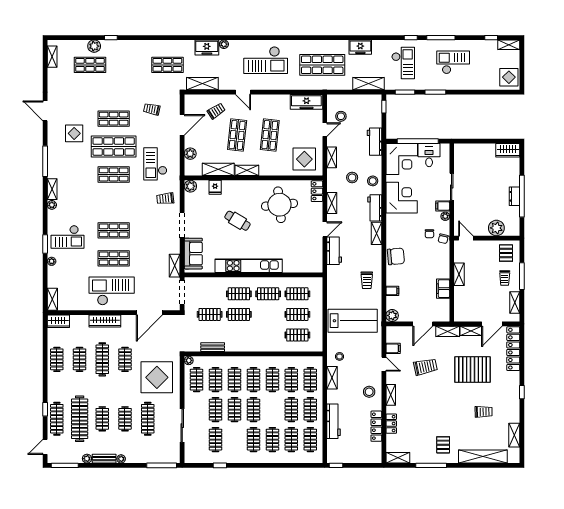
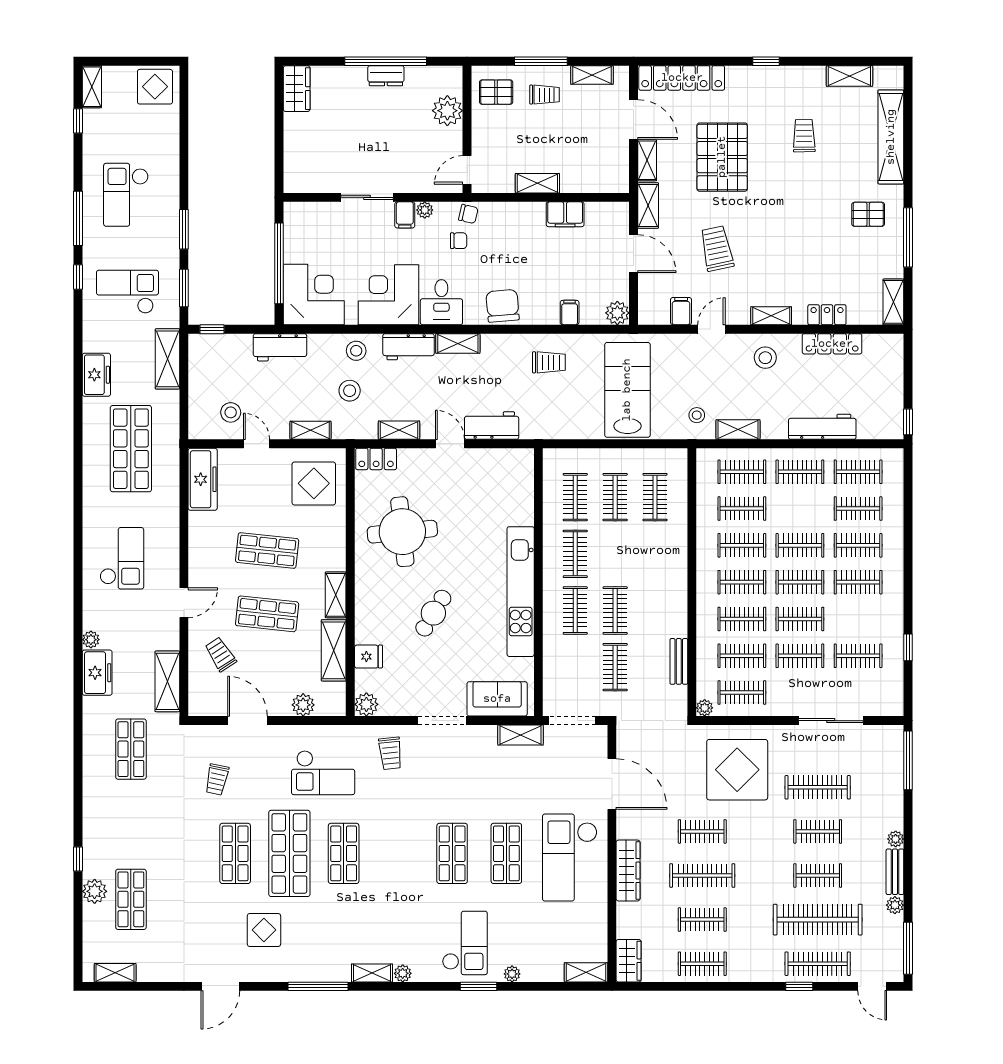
checkout: (266, 60) -> (122, 558), width x0.73, depth x0.83
desk: (429, 155) -> (441, 302), moved, turned -90
clothes rail: (291, 410) -> (800, 545), moved

